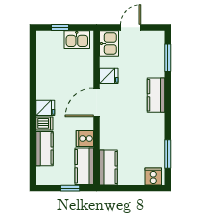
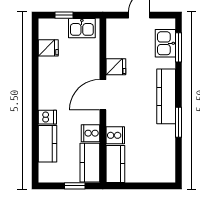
kitchen sink: (109, 43) -> (165, 43), moved, turned 180
kitchen counter: (156, 95) -> (166, 96), width x1.50
fridge: (45, 108) -> (48, 48), moved
window: (168, 154) -> (179, 122), moved
cooker: (153, 176) -> (115, 135), moved, turned 90

